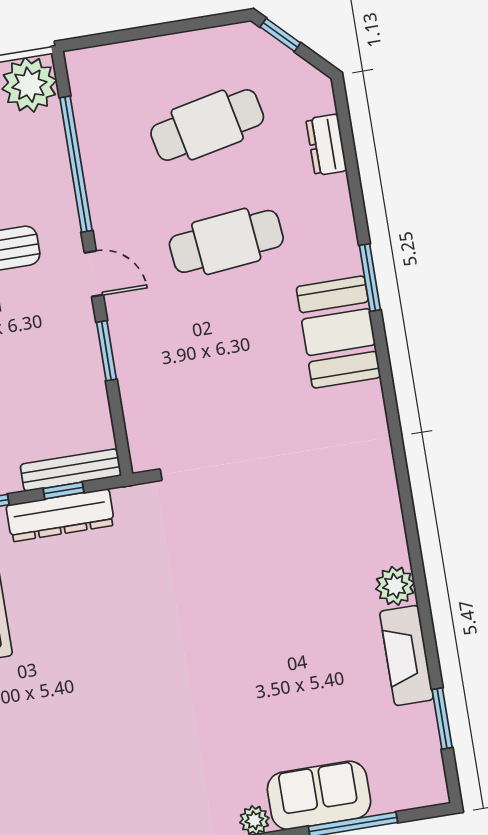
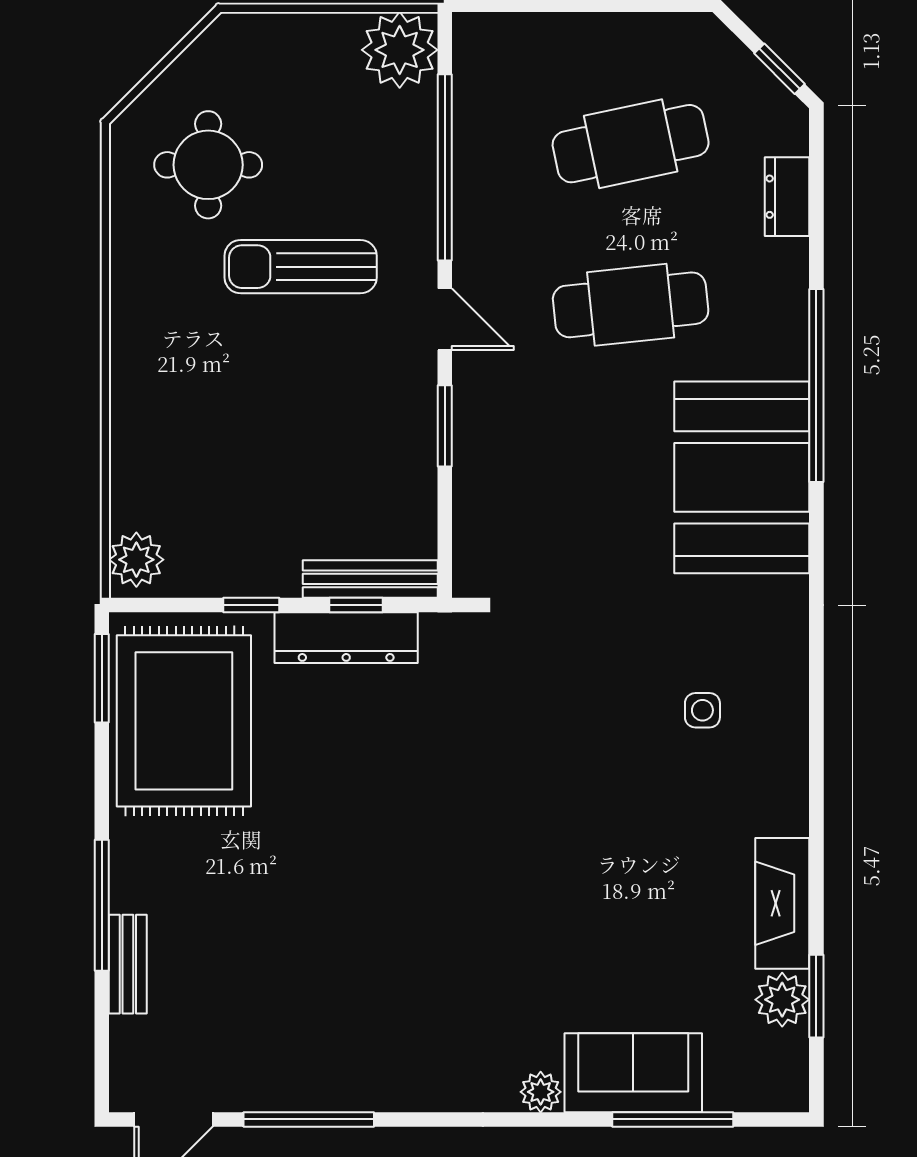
window: (280, 35) -> (780, 69), moved
window: (370, 278) -> (816, 385), width x2.11
booth: (338, 332) -> (742, 477), width x1.36, depth x1.42
side table: (326, 526) -> (702, 710), added
plant: (395, 586) -> (782, 1000), moved

